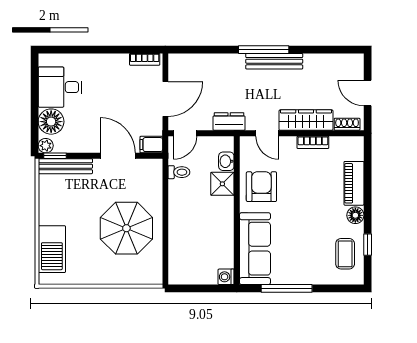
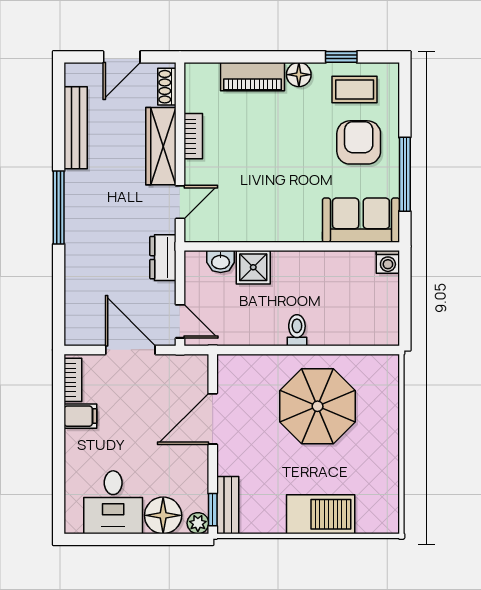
bench: (274, 61) -> (76, 128), moved
filing cabinet: (151, 145) -> (80, 416), moved, turned -90
bench: (65, 166) -> (228, 505), width x0.73
toilet: (179, 172) -> (297, 330), moved
armchair: (261, 187) -> (359, 142), moved, turned 90
barbecue: (52, 249) -> (321, 514), moved
sofa: (255, 249) -> (361, 220), width x0.73

